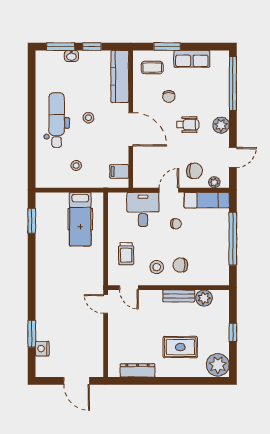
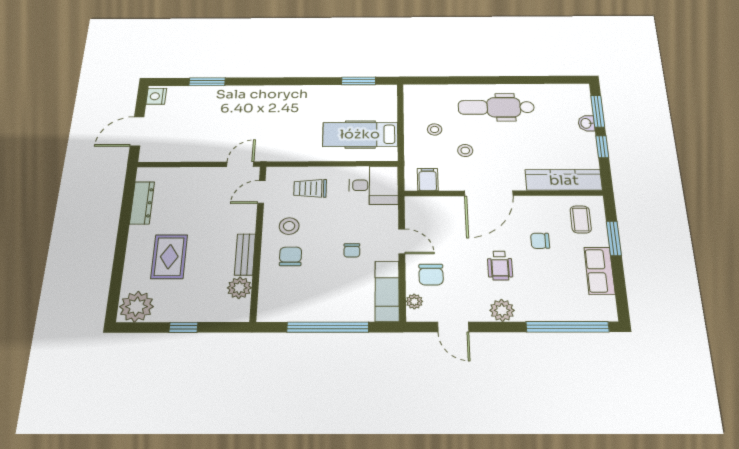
stool: (88, 118) -> (465, 151), moved
dental chair: (57, 120) -> (496, 107), turned 180
desk: (143, 209) -> (373, 185), moved
nightstand: (42, 349) -> (156, 96), moved, turned -90

